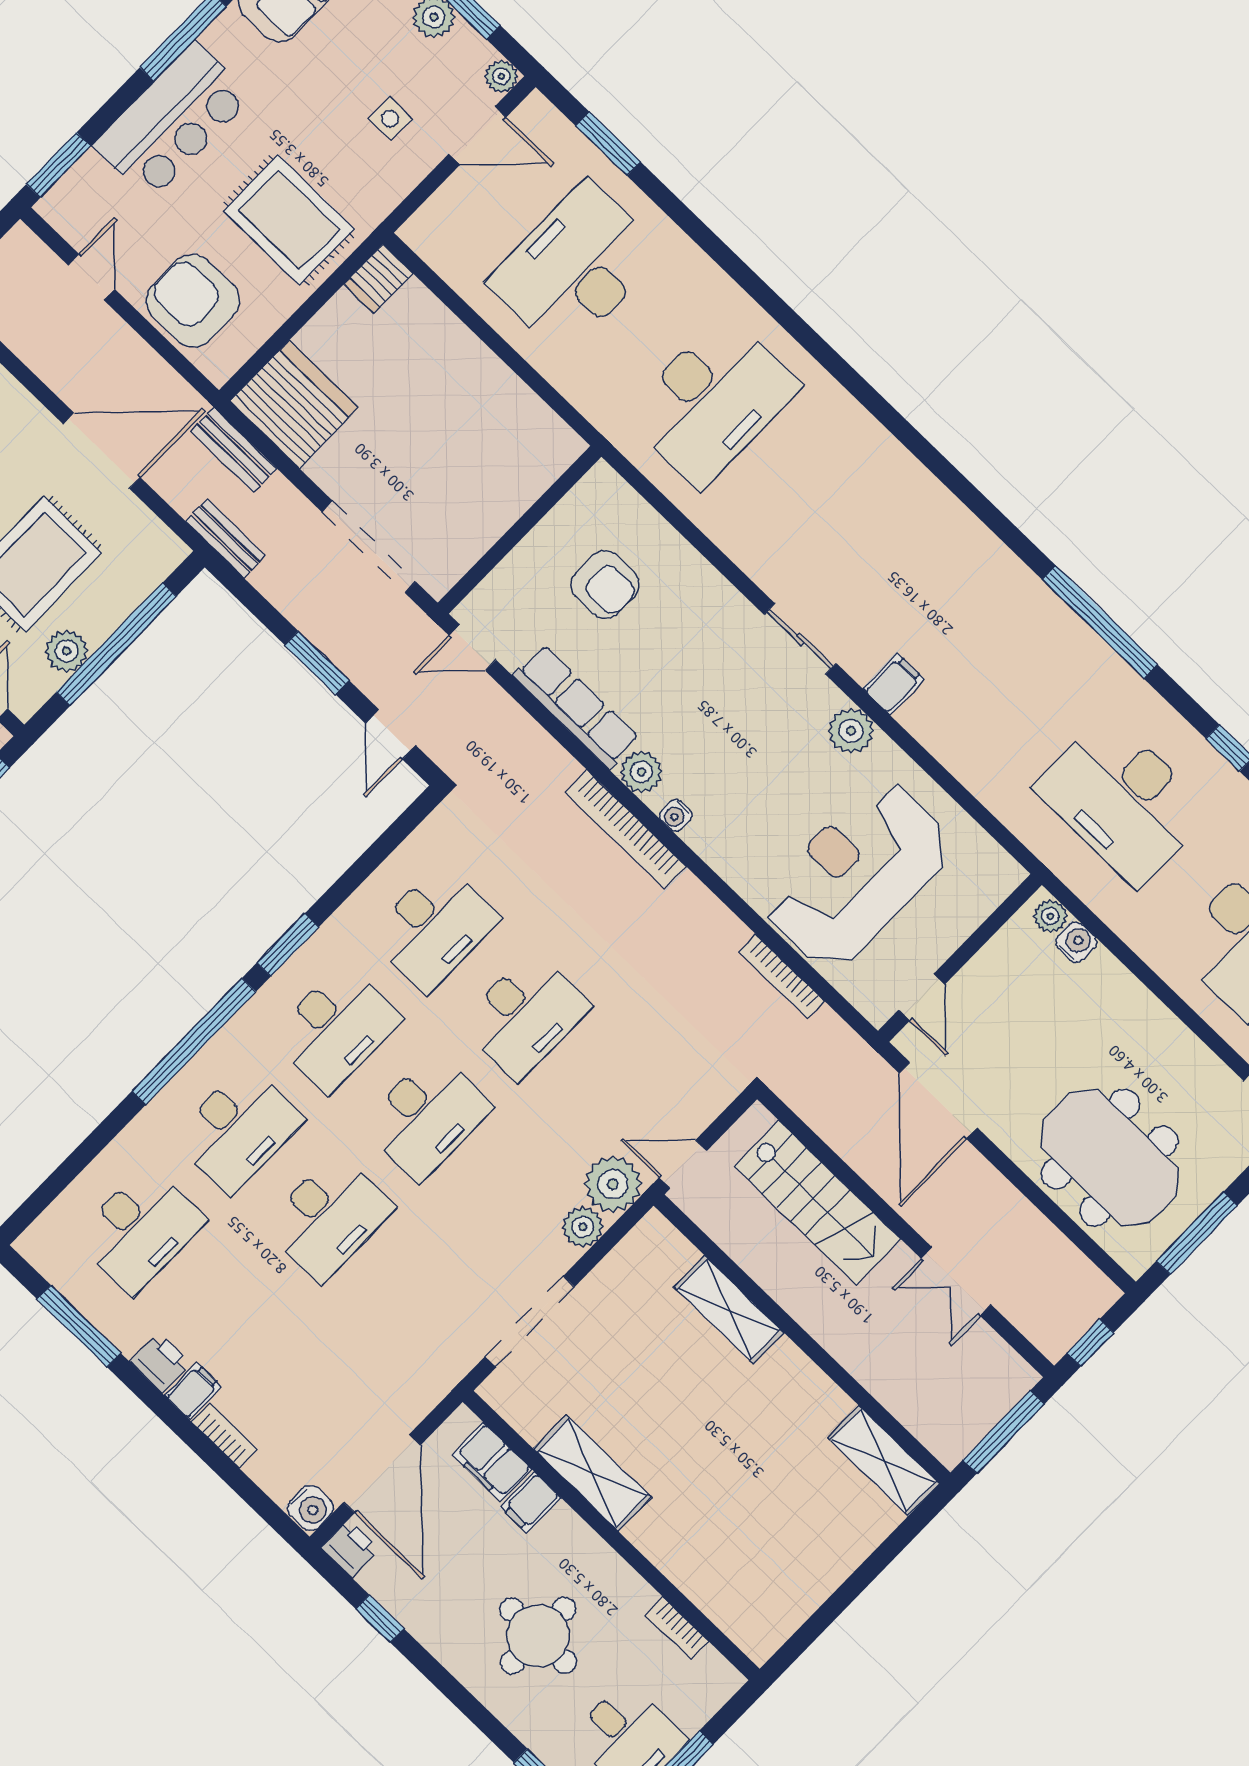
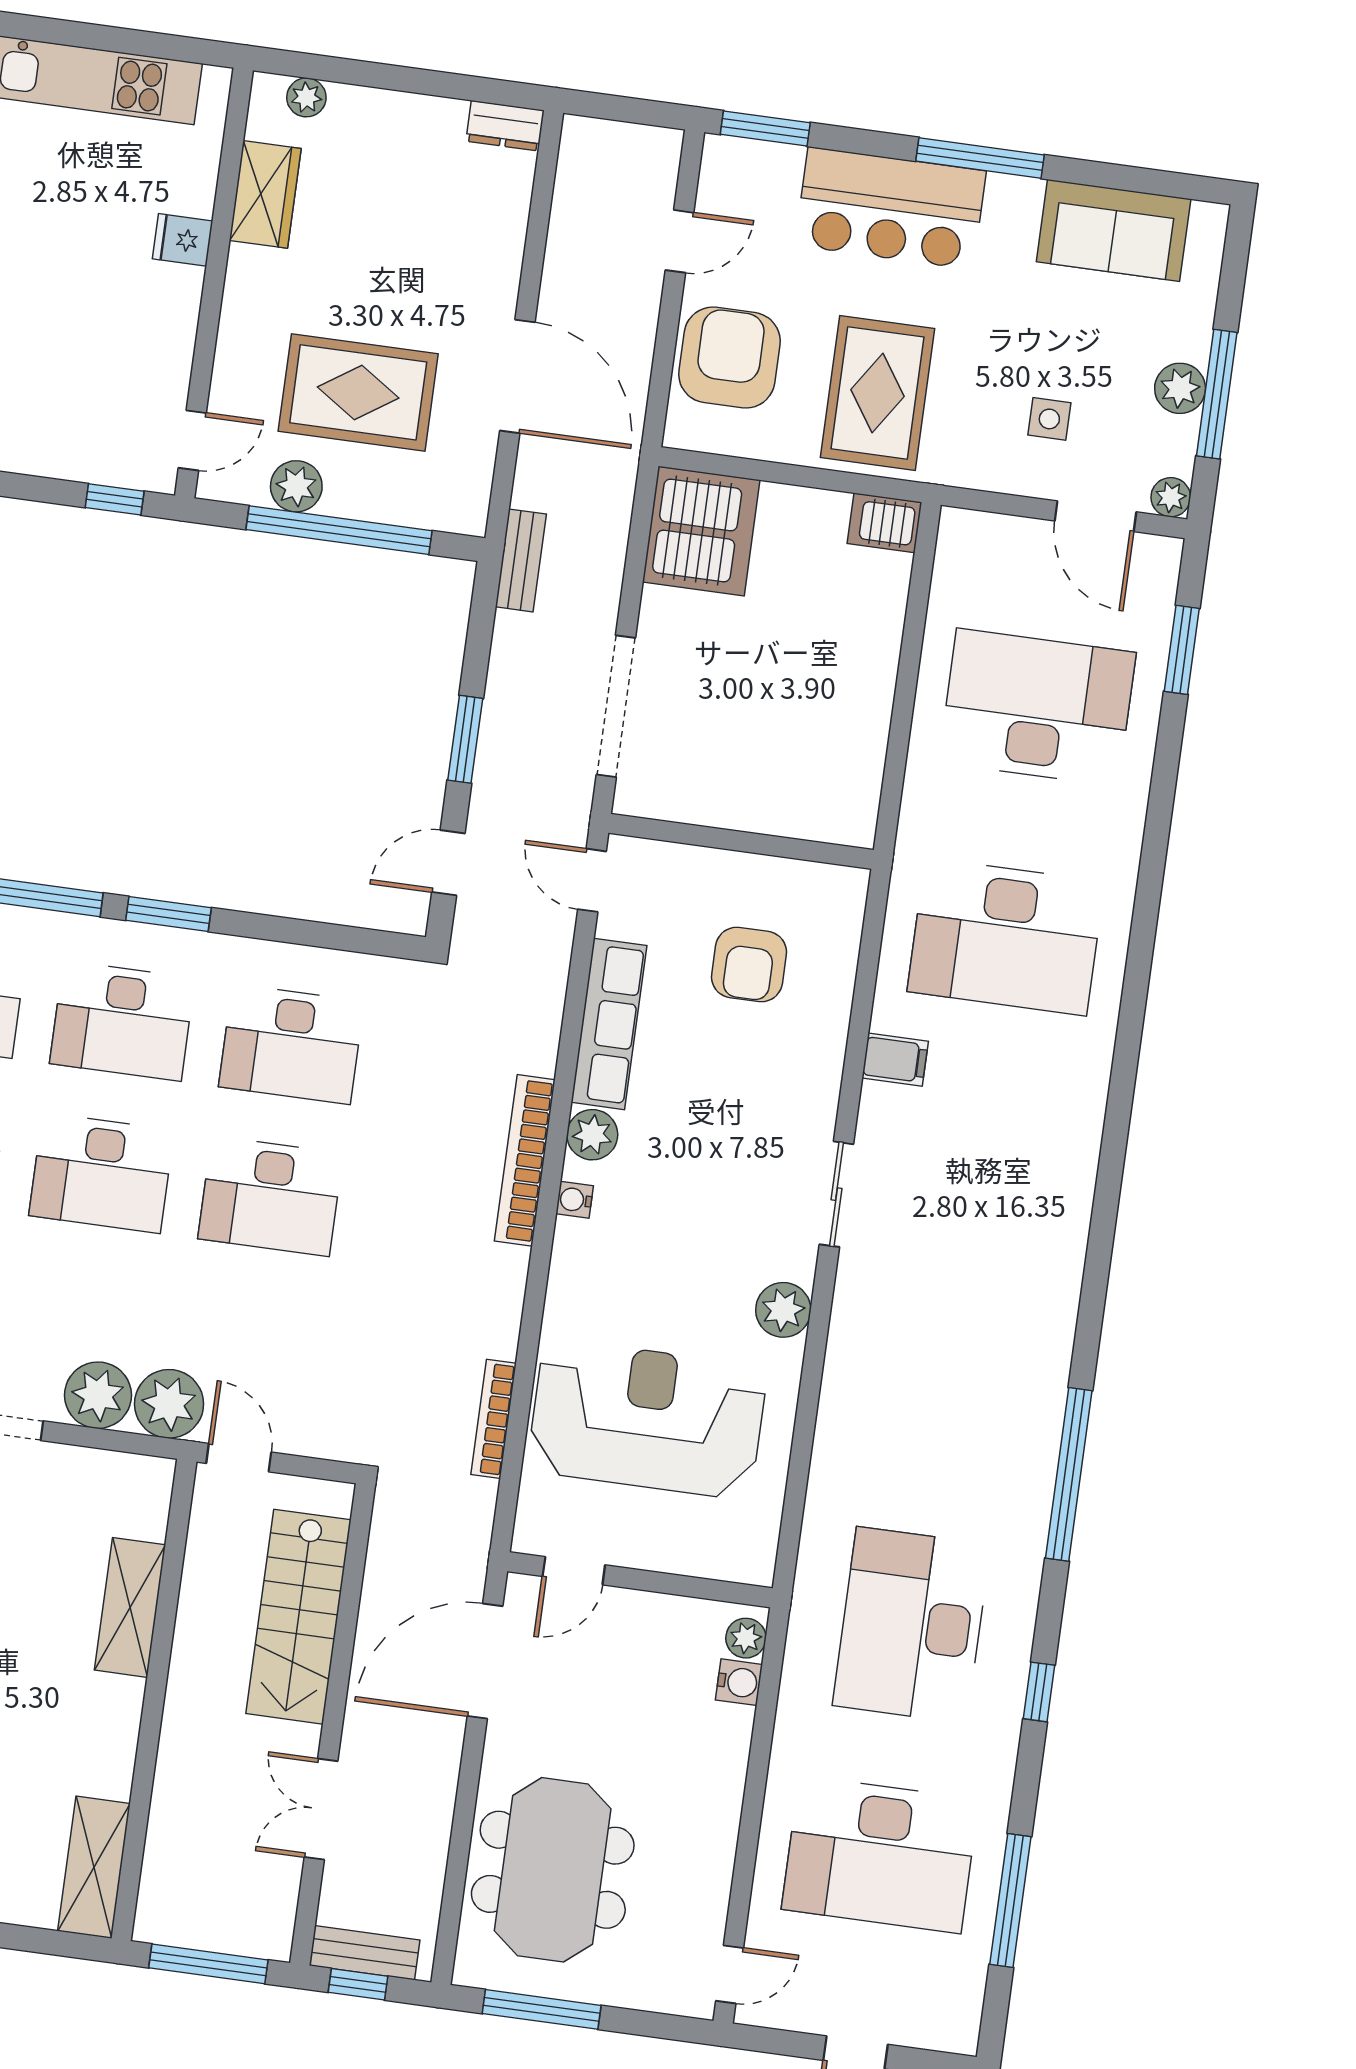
bench: (234, 450) -> (365, 1953), moved, turned 90
filing cabinet: (894, 684) -> (895, 1060), moved
plant: (583, 1227) -> (98, 1395), width x1.36, depth x1.36

